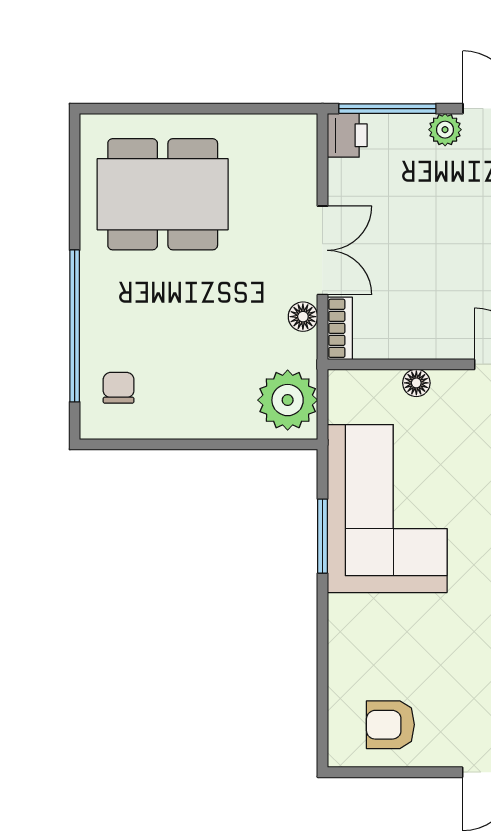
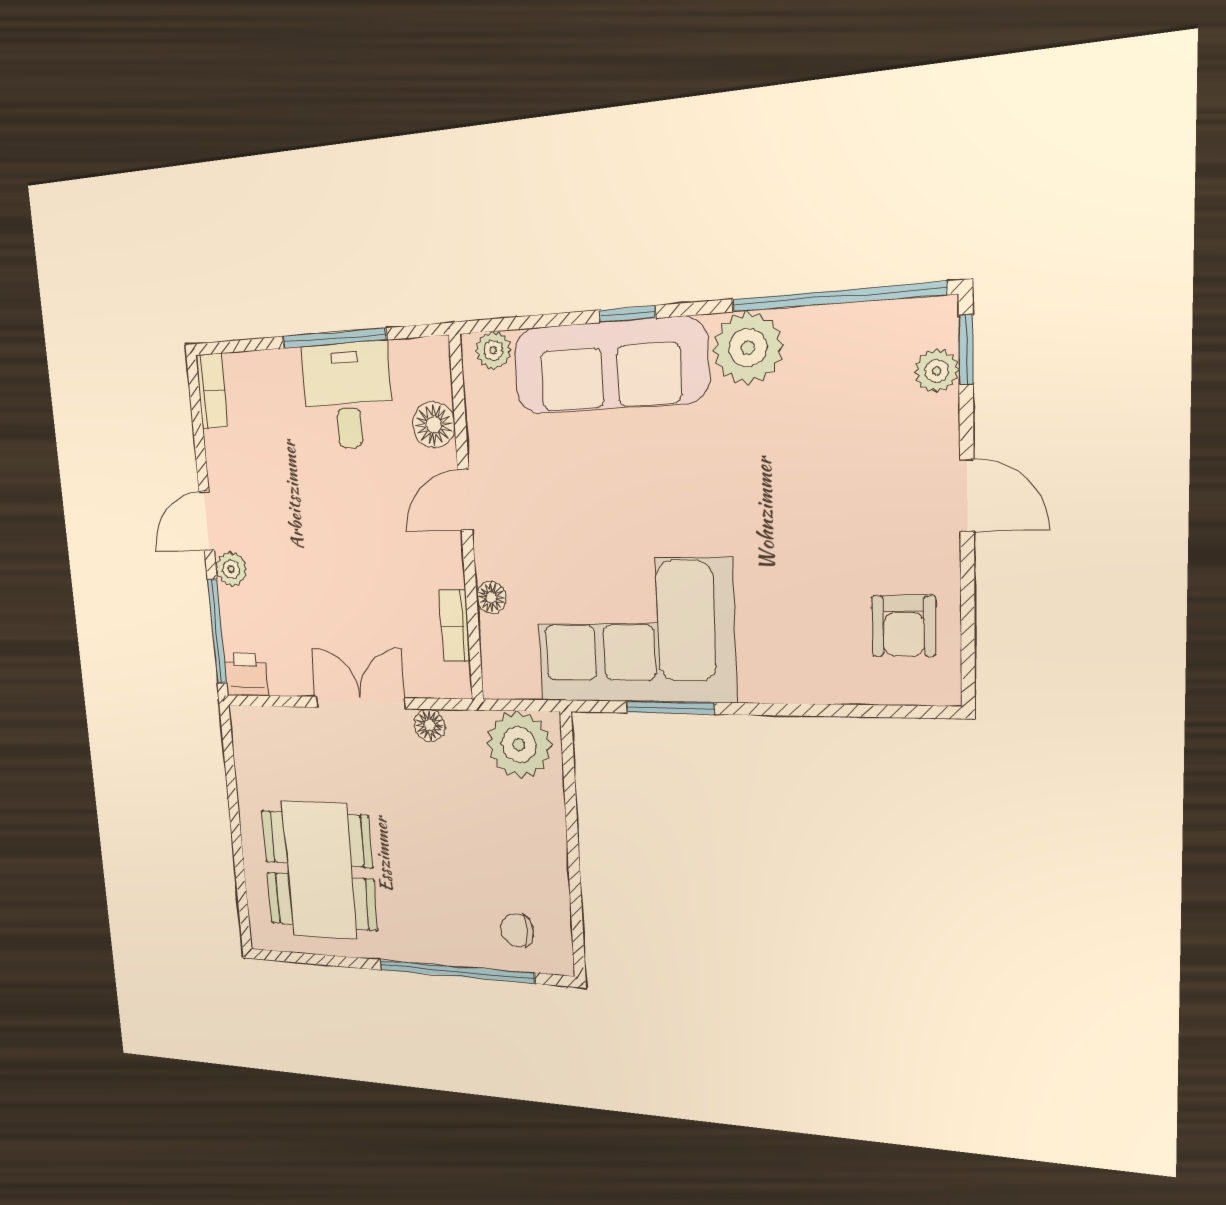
bookcase: (340, 328) -> (455, 626), moved, turned -90

